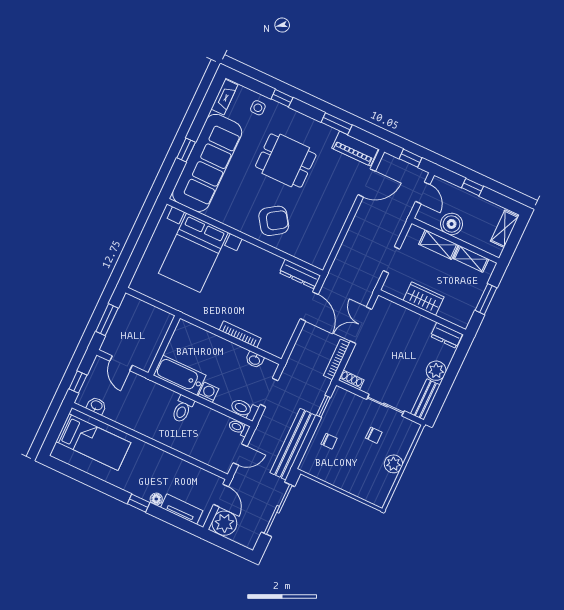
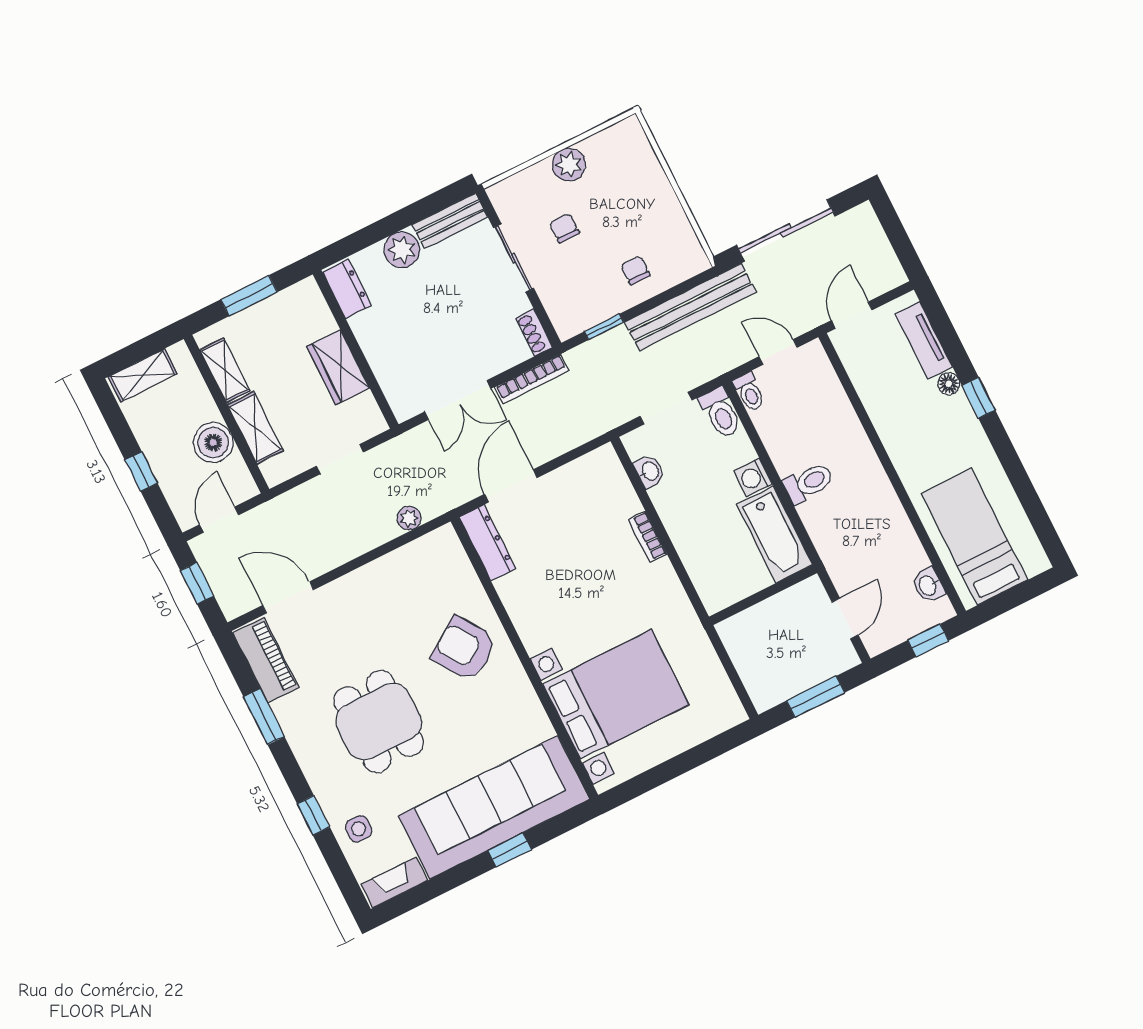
bookcase: (240, 334) -> (648, 537), width x0.64
plant: (224, 523) -> (409, 518), moved, width x0.53, depth x0.53

